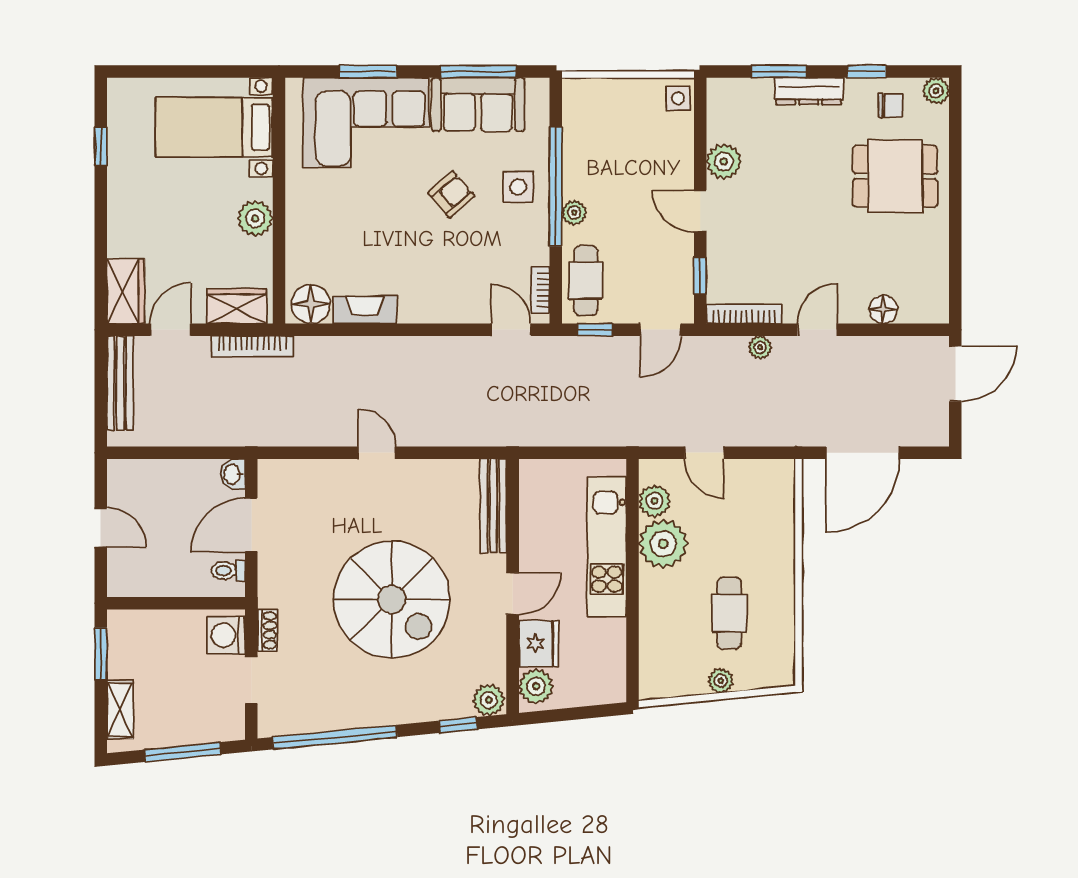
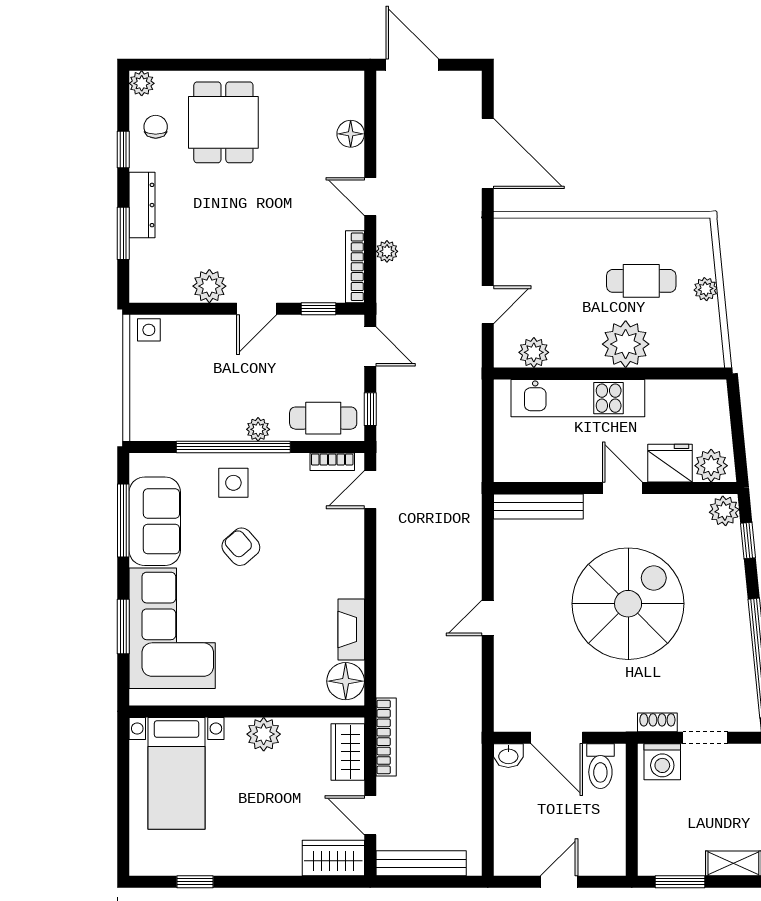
plant: (663, 544) -> (626, 344), moved
toilet: (228, 571) -> (600, 766), width x1.37, depth x1.39

